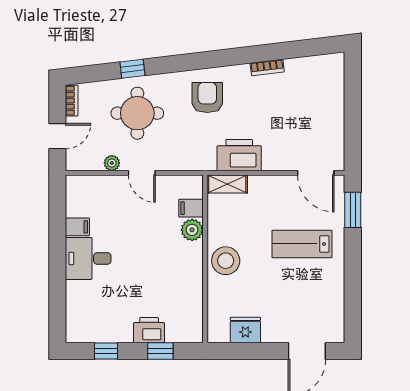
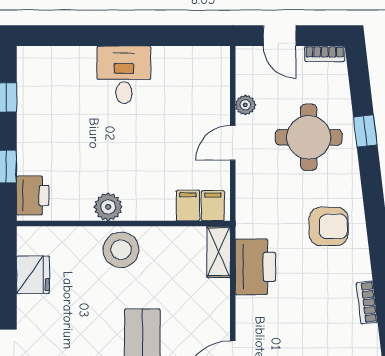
filing cabinet: (77, 227) -> (213, 206), moved, turned 180
plant: (192, 230) -> (108, 207), moved
printer: (149, 330) -> (33, 196), moved

